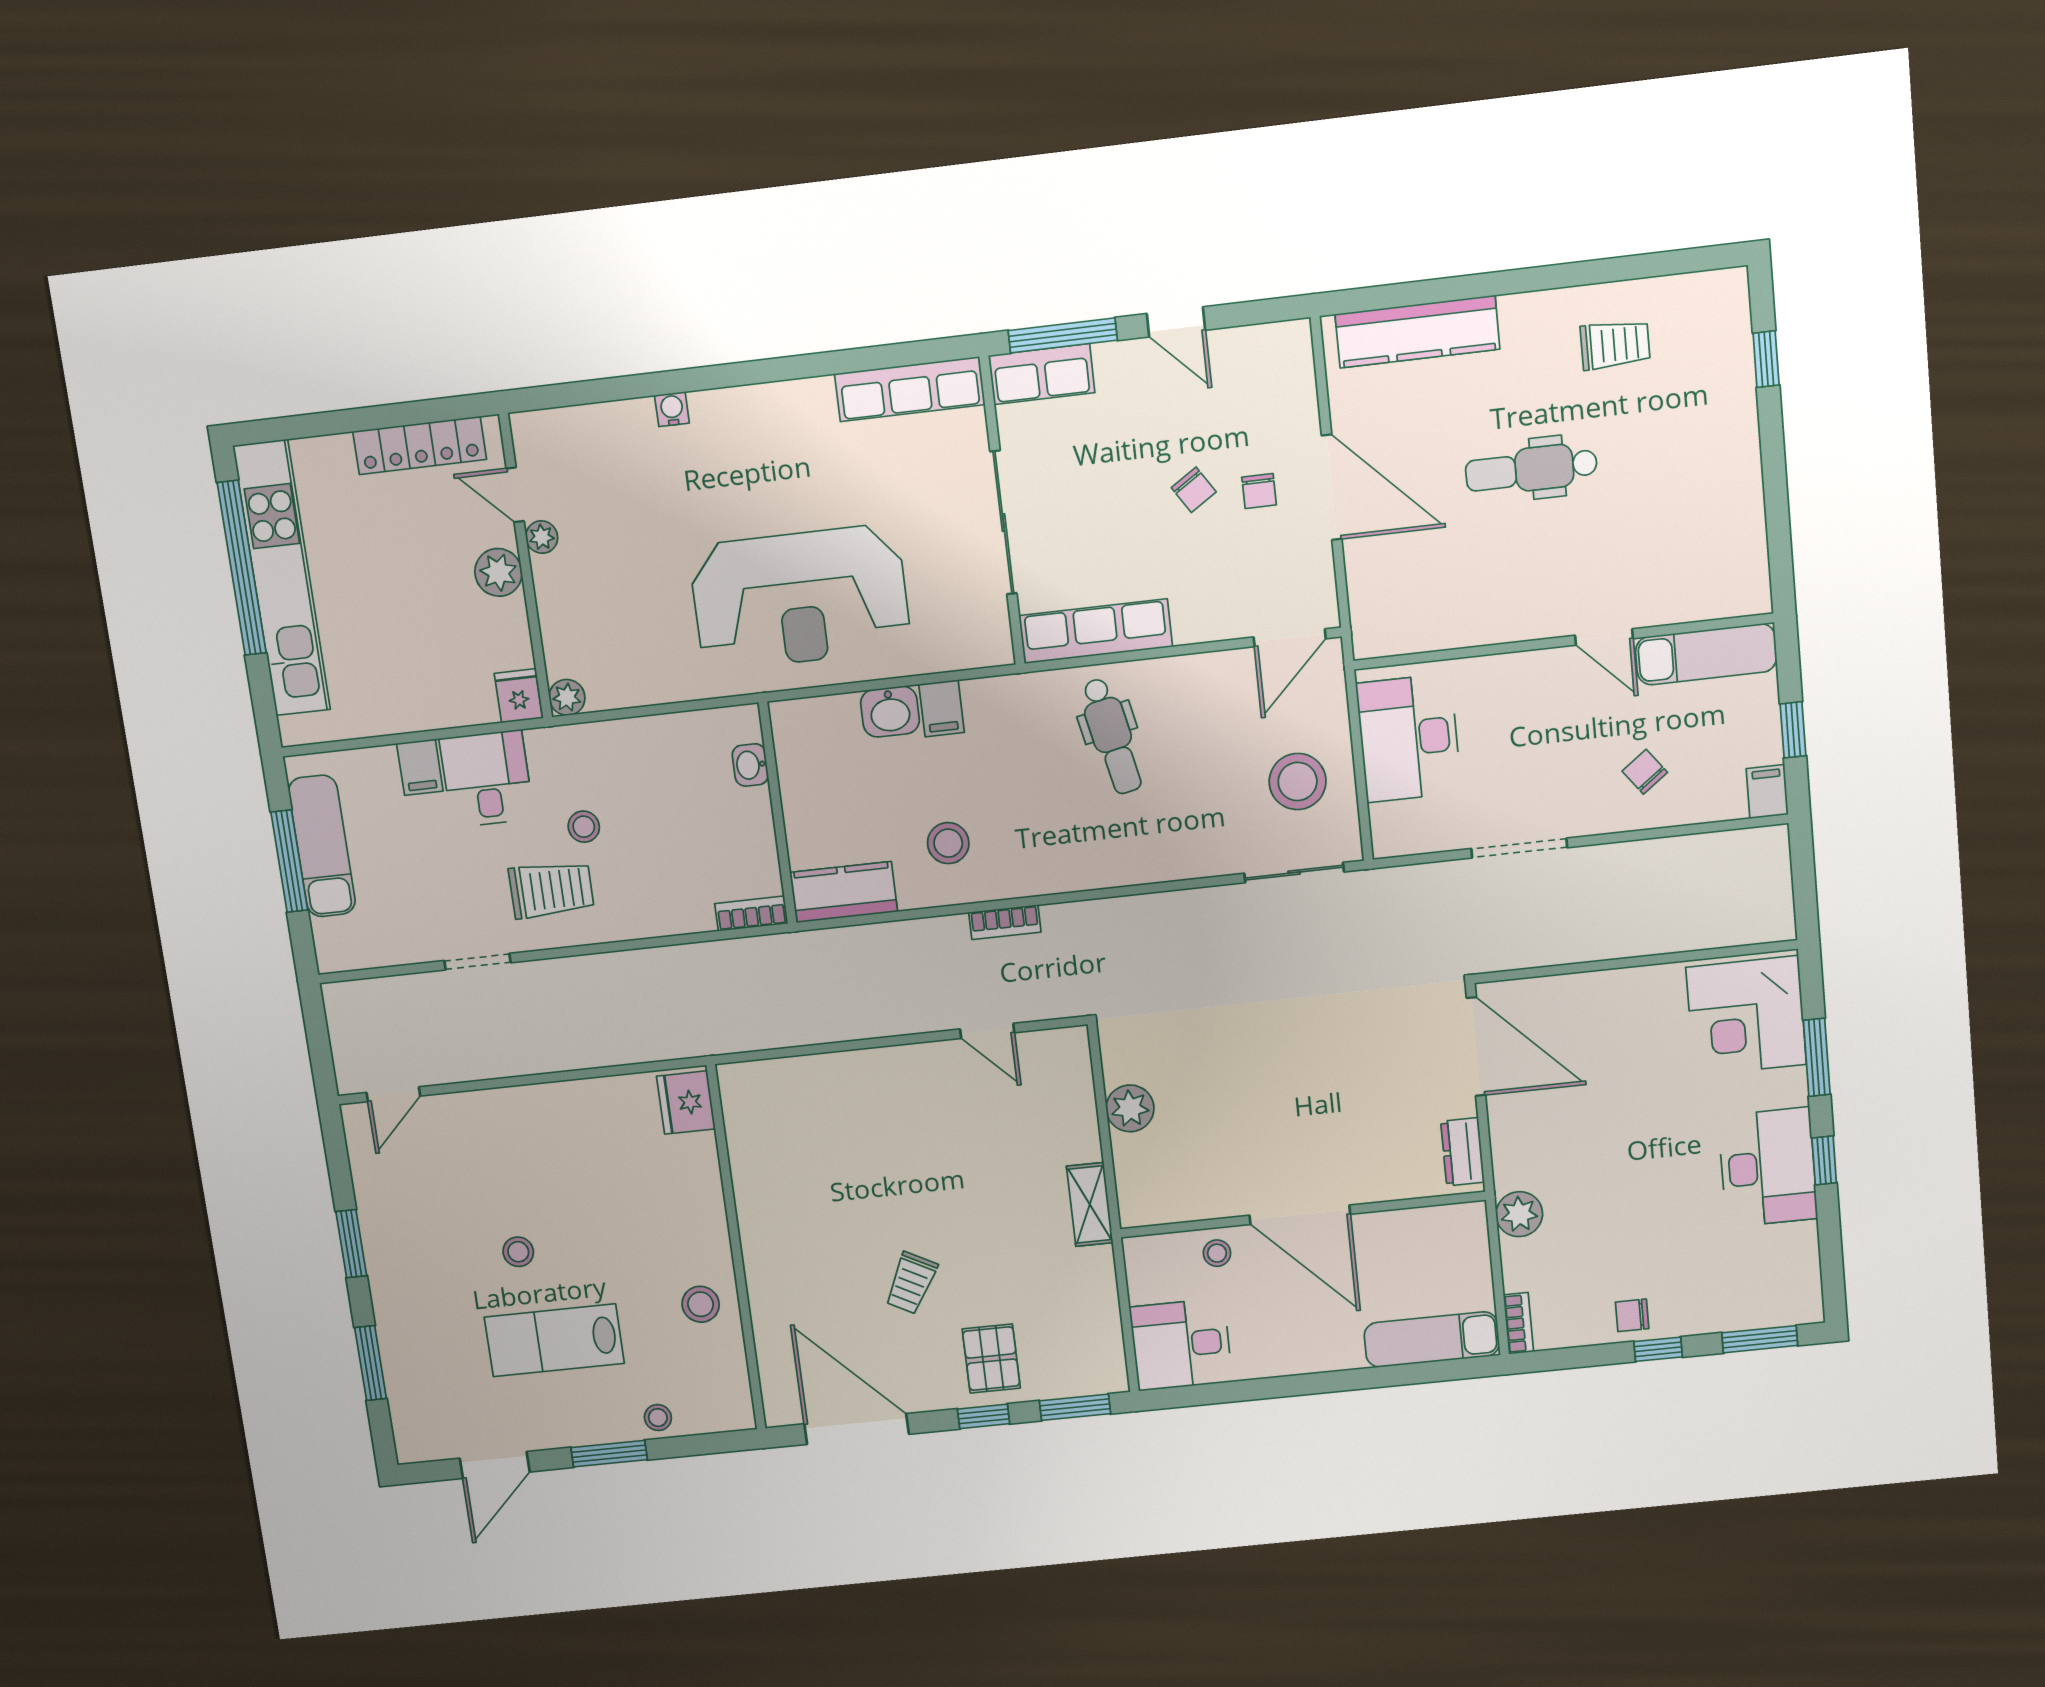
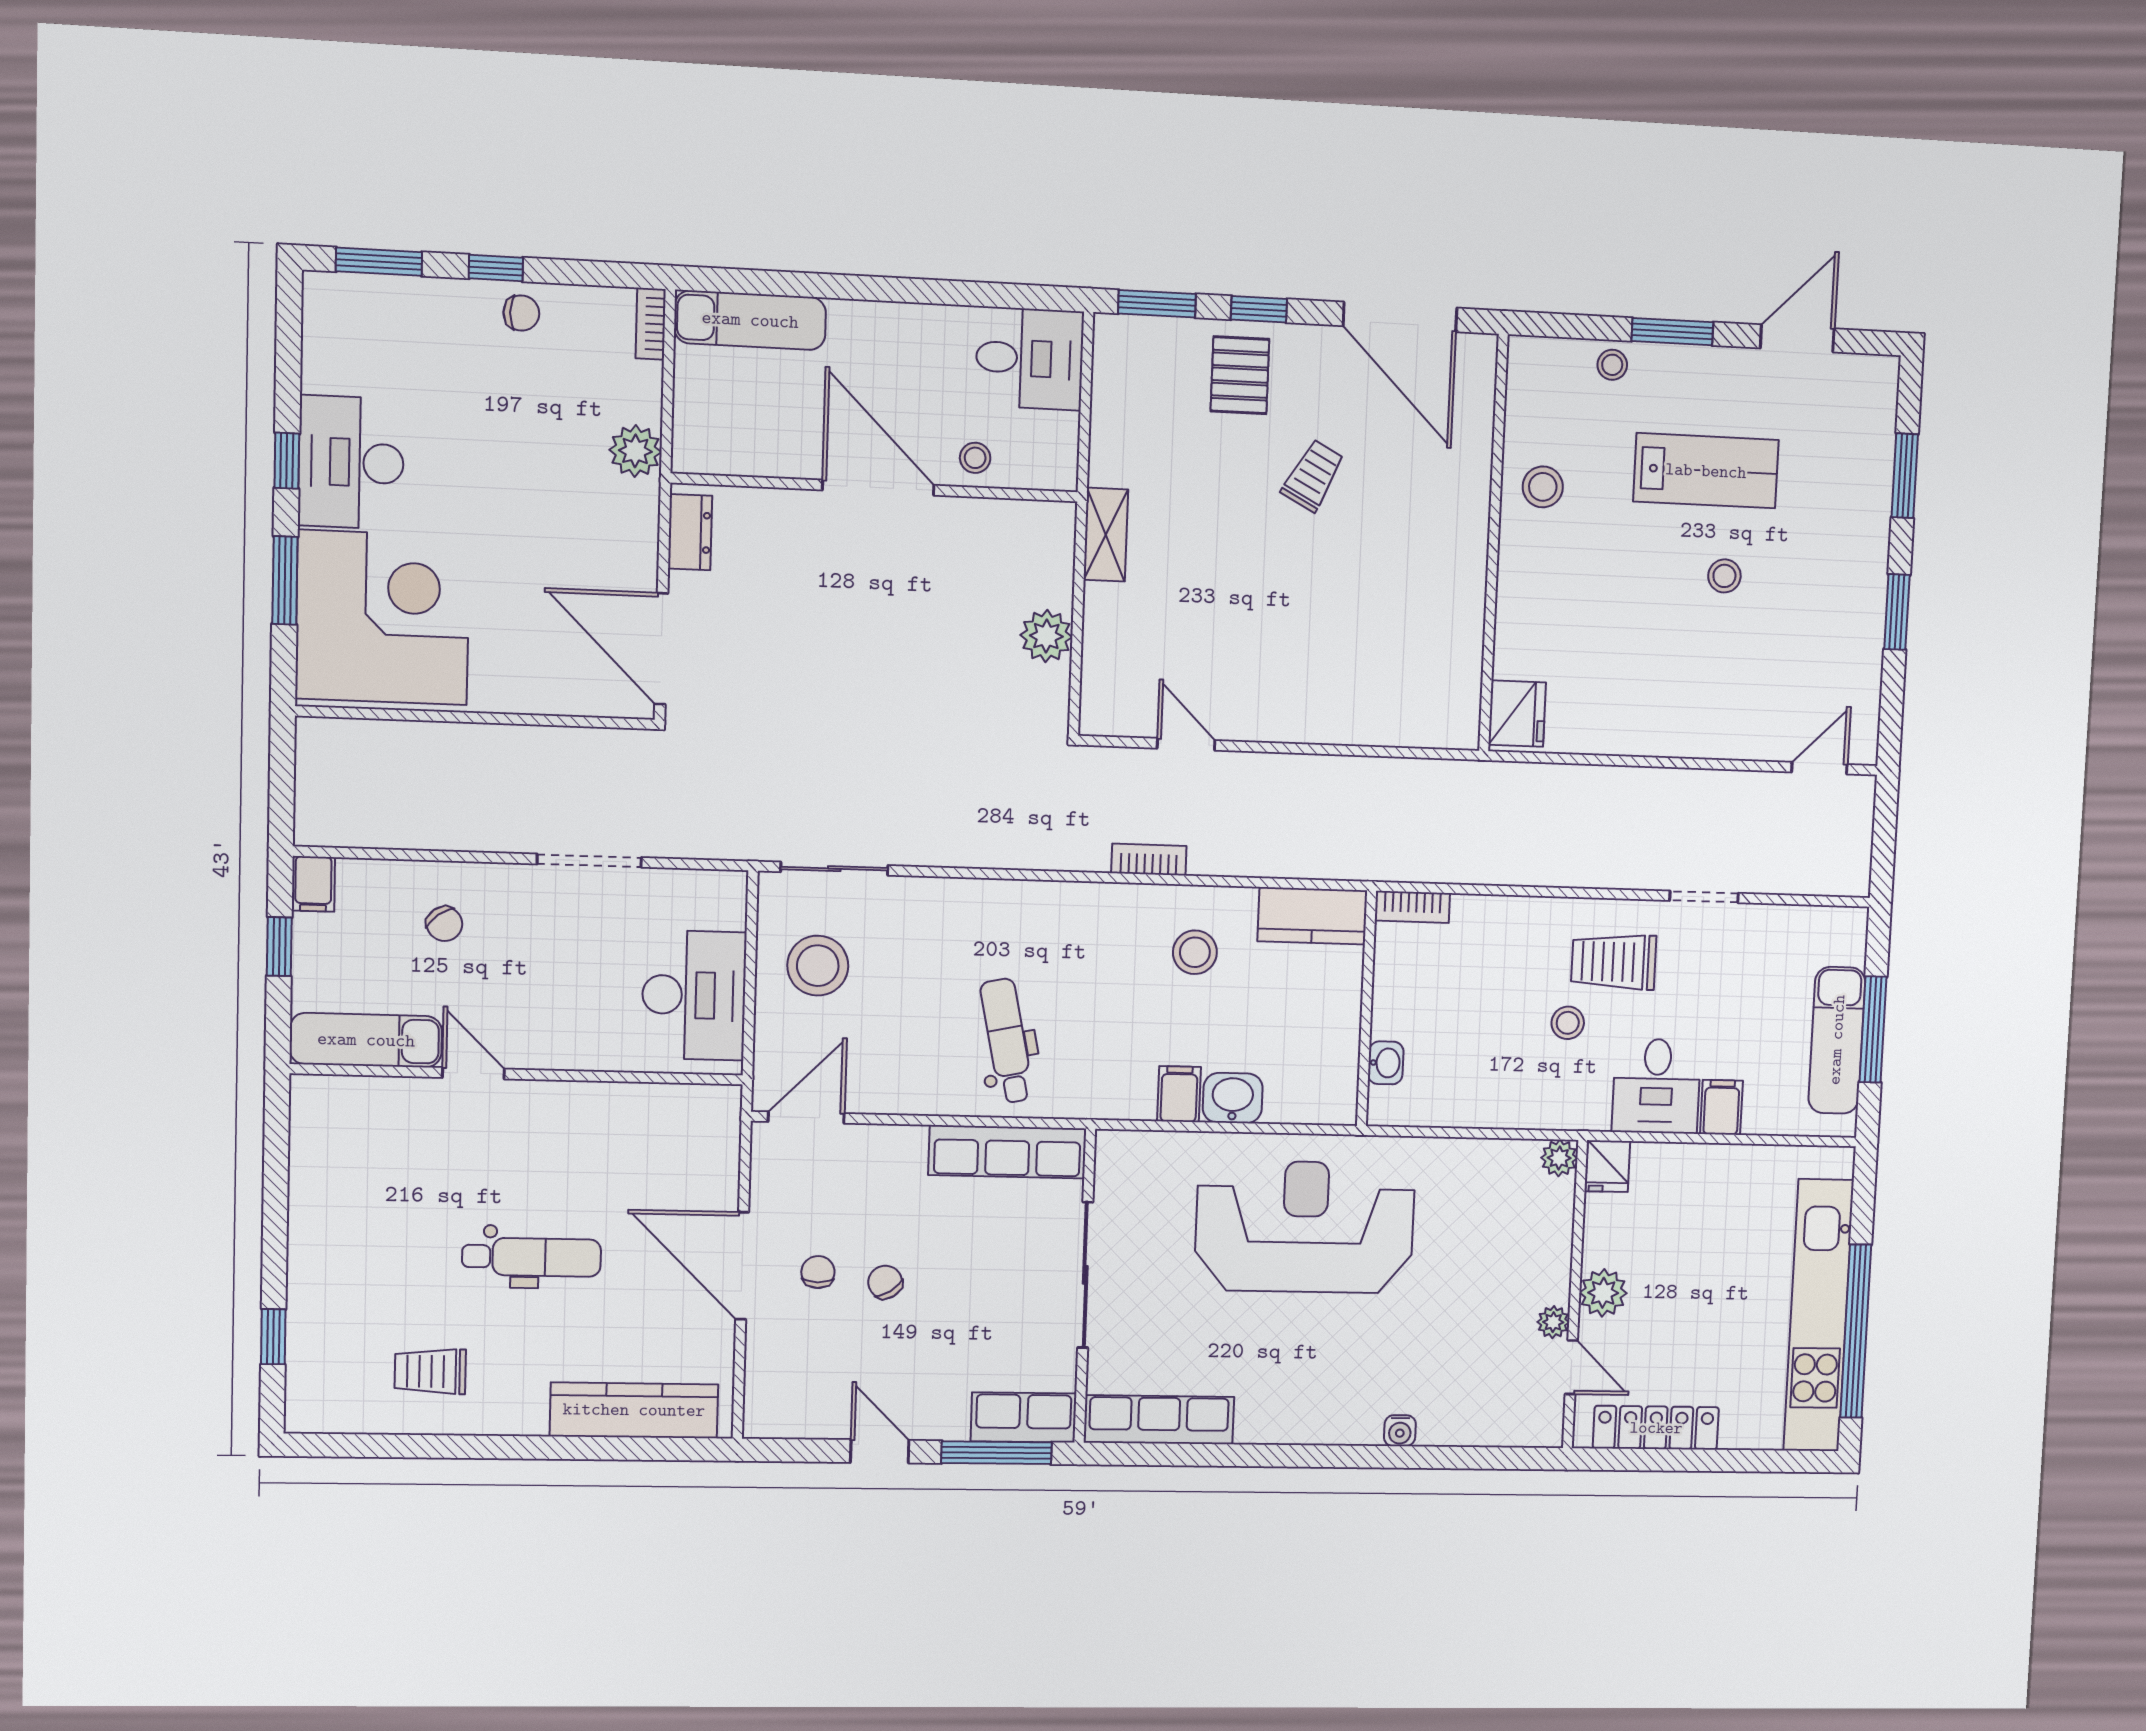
corner desk: (1746, 1016) -> (383, 618), width x1.36, depth x1.36

